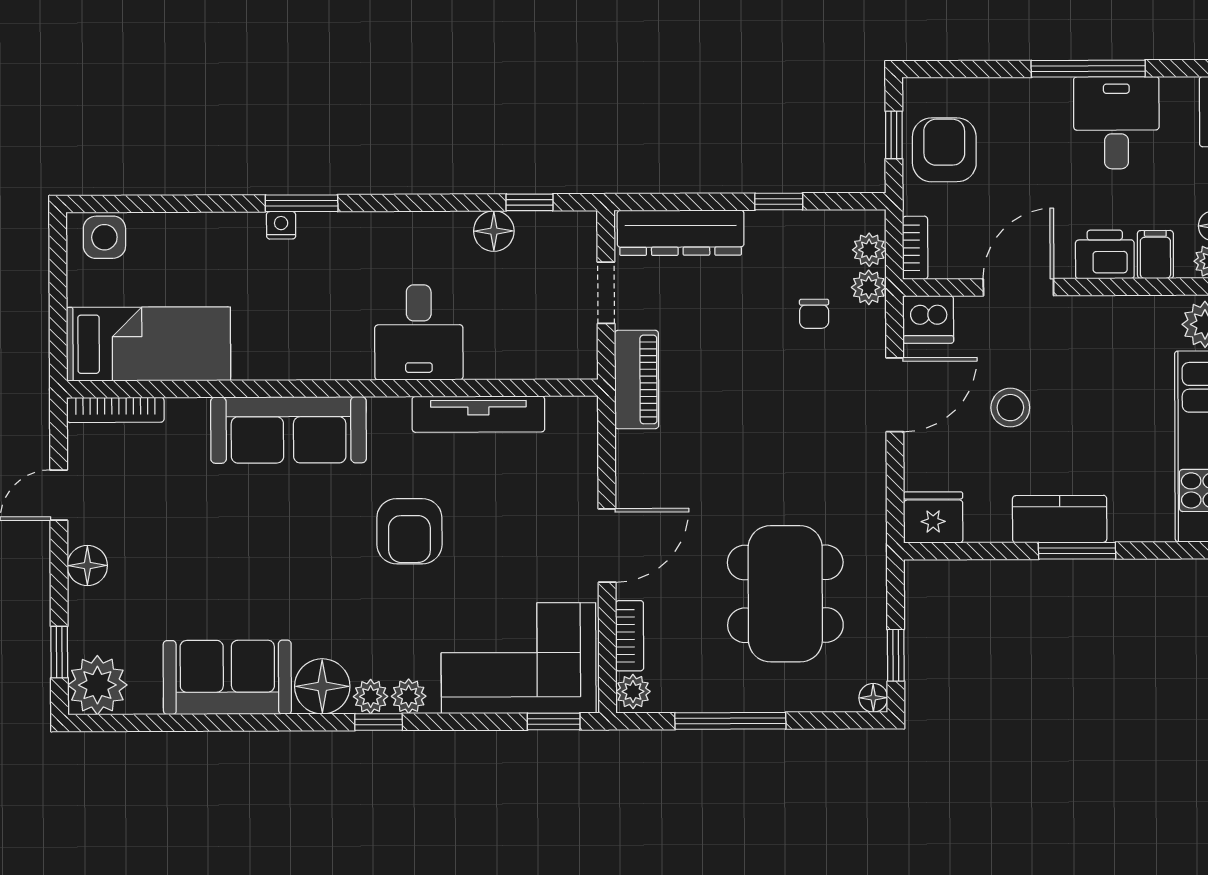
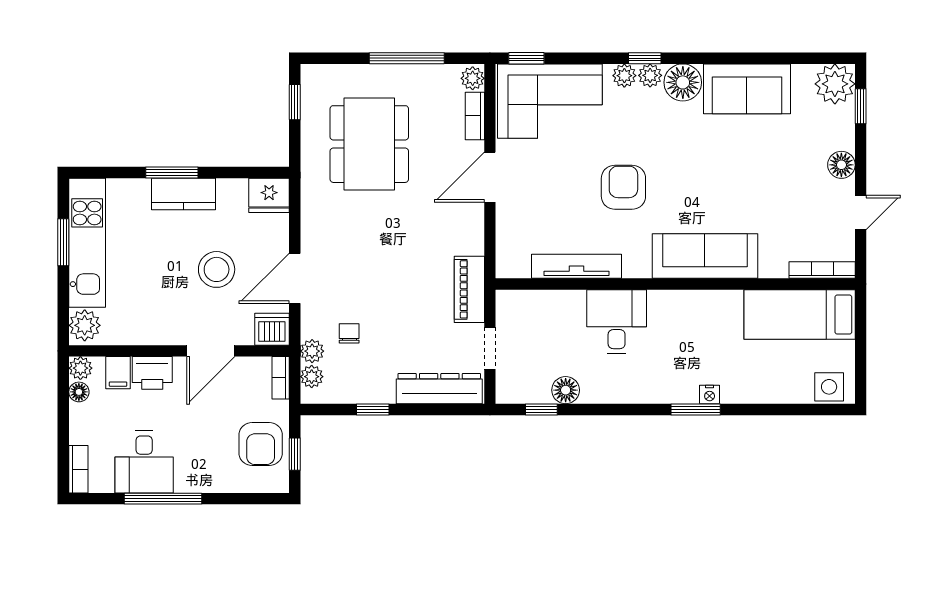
stool: (1010, 408) -> (217, 269), width x1.38, depth x1.38
floor lamp: (873, 698) -> (310, 73), removed

